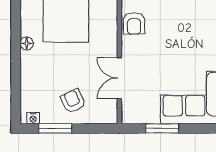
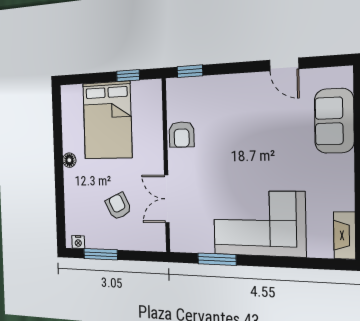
armchair: (73, 101) -> (118, 206), moved

